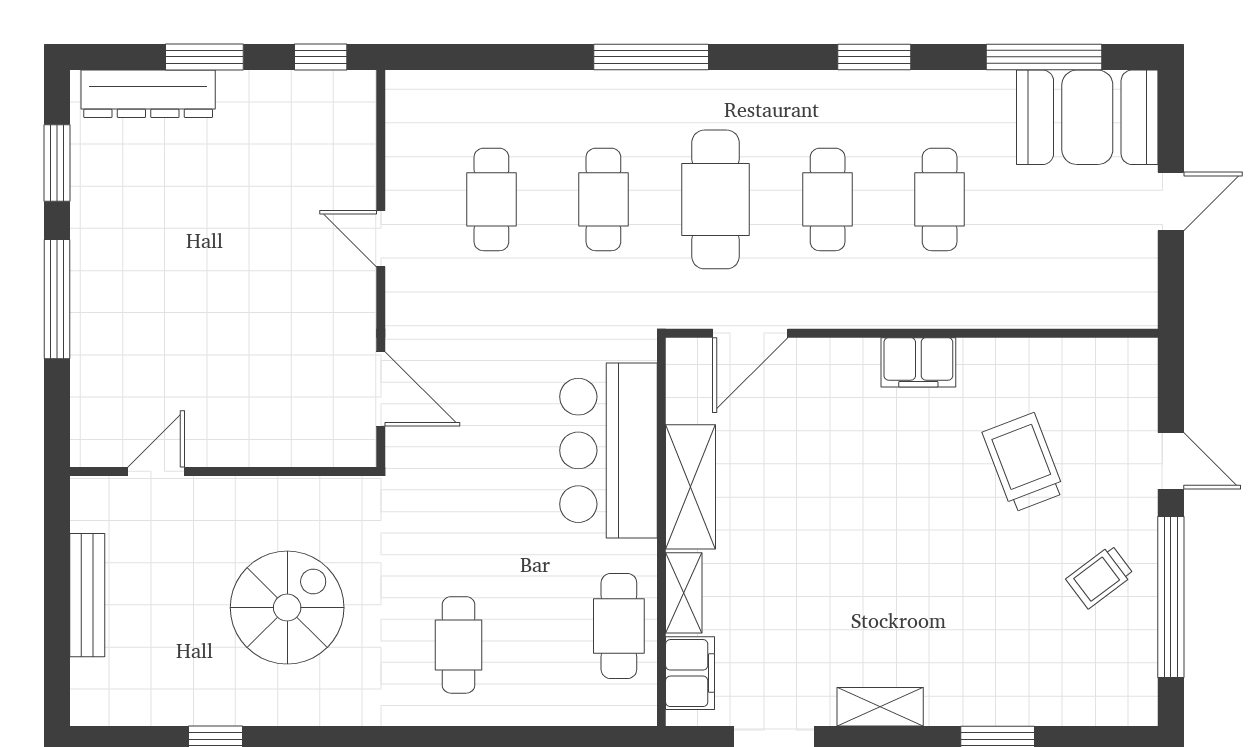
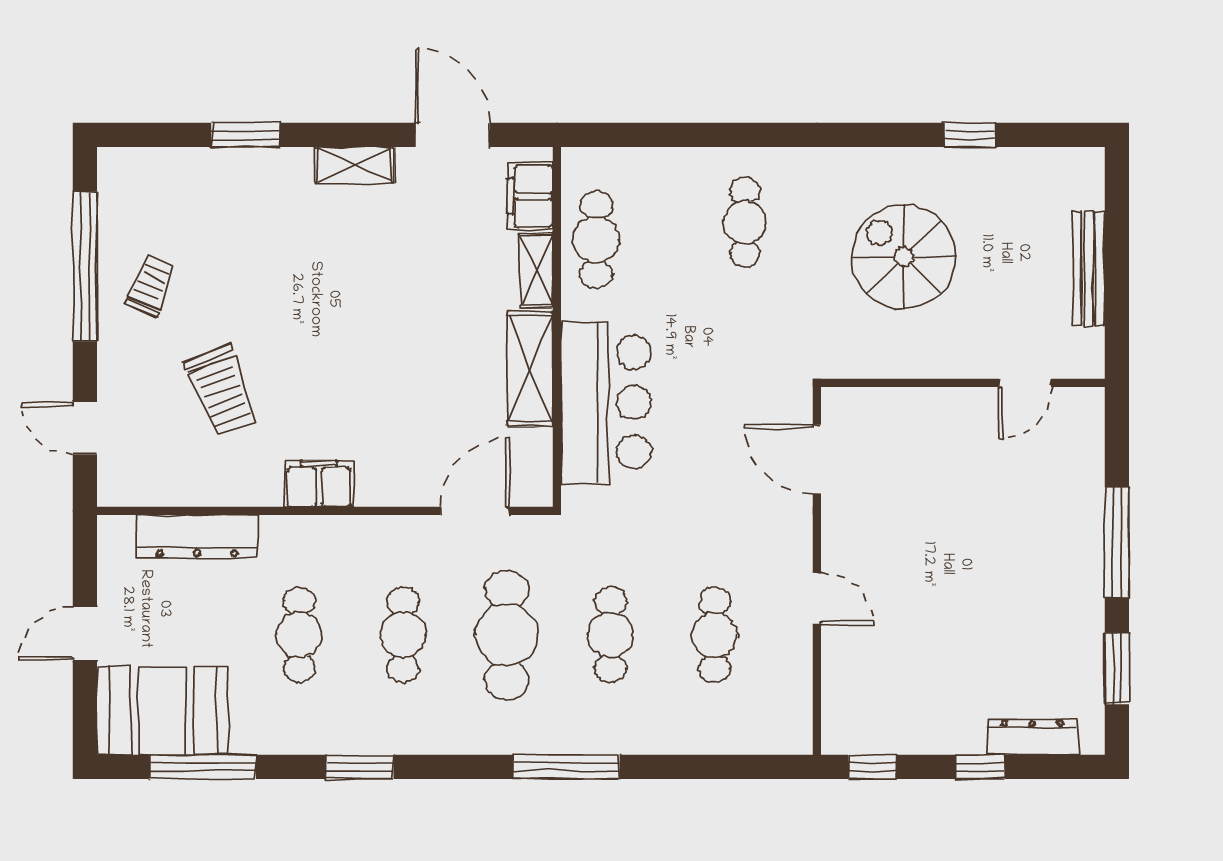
window: (204, 57) -> (980, 767), width x0.67
dresser: (148, 94) -> (1032, 737), width x0.73, depth x0.80
dresser: (1050, 306) -> (197, 536), added
door: (1171, 461) -> (85, 428), moved
trolley: (1100, 577) -> (151, 285), turned -31
spiral stairs: (287, 608) -> (904, 257), turned 90

